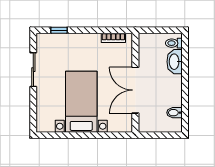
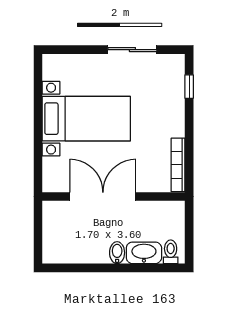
bookcase: (113, 38) -> (178, 165), width x1.56
bidet: (174, 113) -> (117, 253), moved

